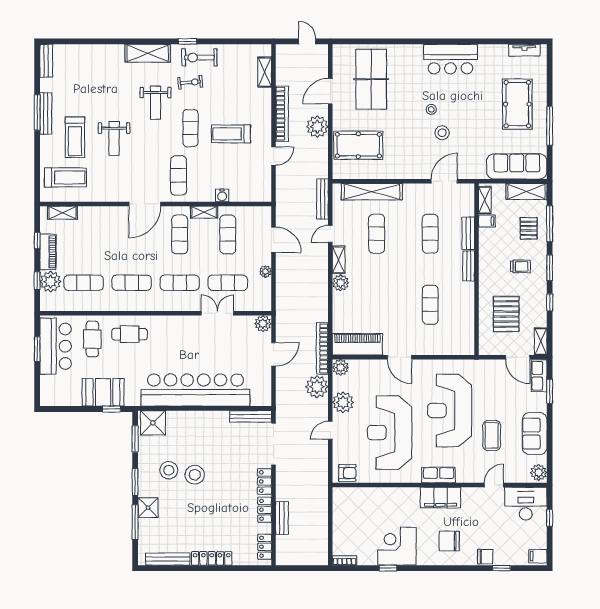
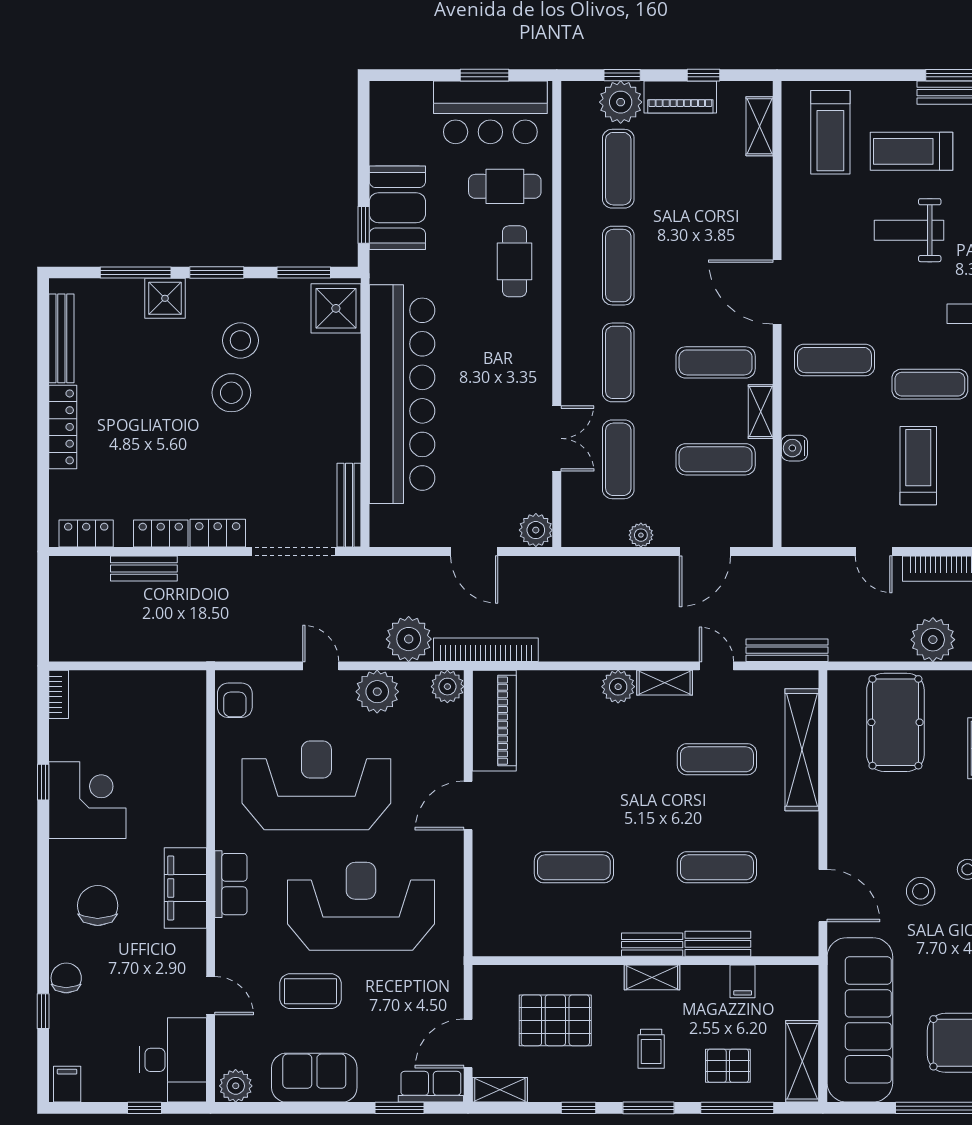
sofa: (517, 166) -> (860, 1020), width x1.36, depth x1.27
shelving: (485, 200) -> (652, 977), moved
chair: (485, 557) -> (66, 978), turned 180

